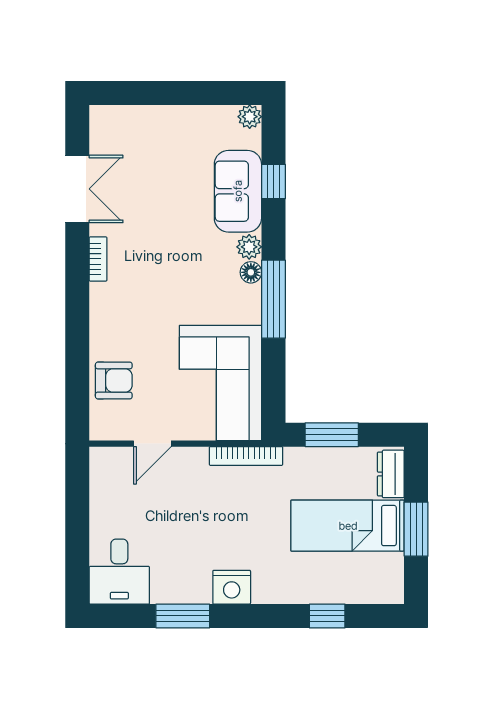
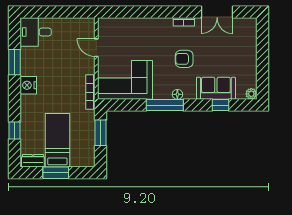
plant: (249, 247) -> (190, 94), removed
armchair: (114, 380) -> (184, 59), moved, turned 90
dresser: (391, 474) -> (33, 161), moved

